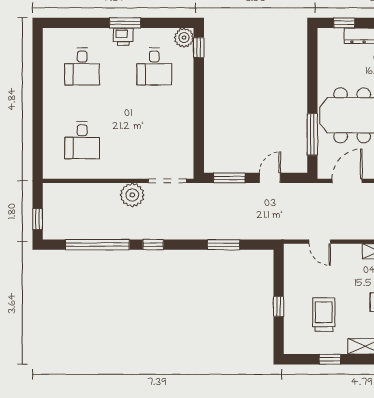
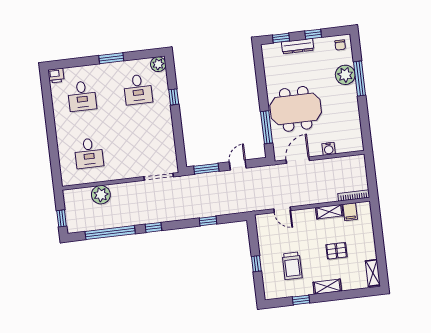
printer: (123, 37) -> (56, 76), moved
window: (199, 48) -> (174, 97), moved
plant: (132, 195) -> (101, 195), moved
window: (224, 245) -> (208, 221), width x0.67
trolley: (324, 315) -> (292, 266), turned 180

